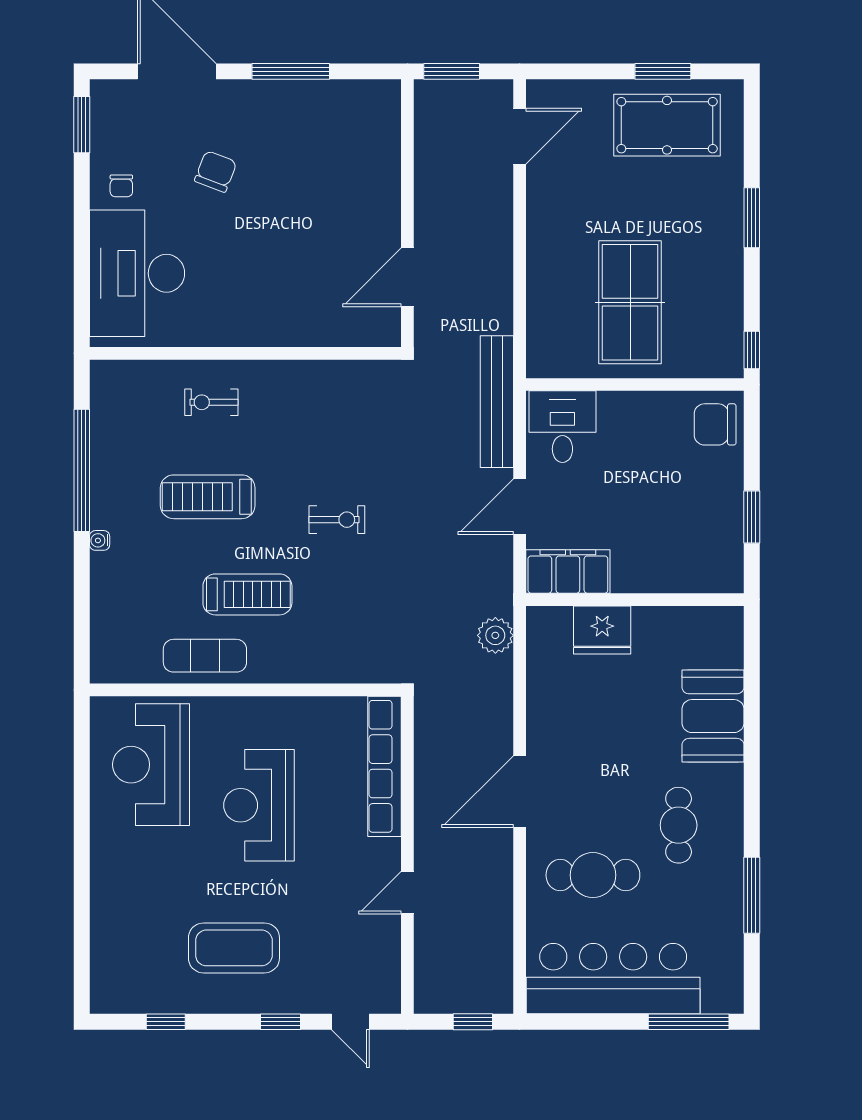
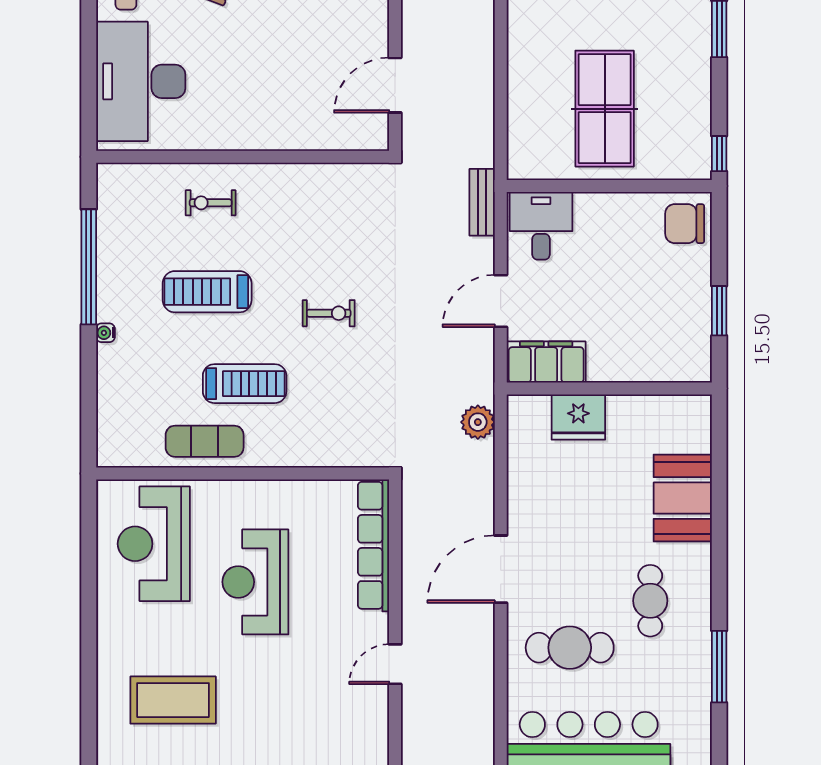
bench: (497, 402) -> (482, 202), width x0.54, depth x0.82
coffee table: (234, 948) -> (173, 700), moved

